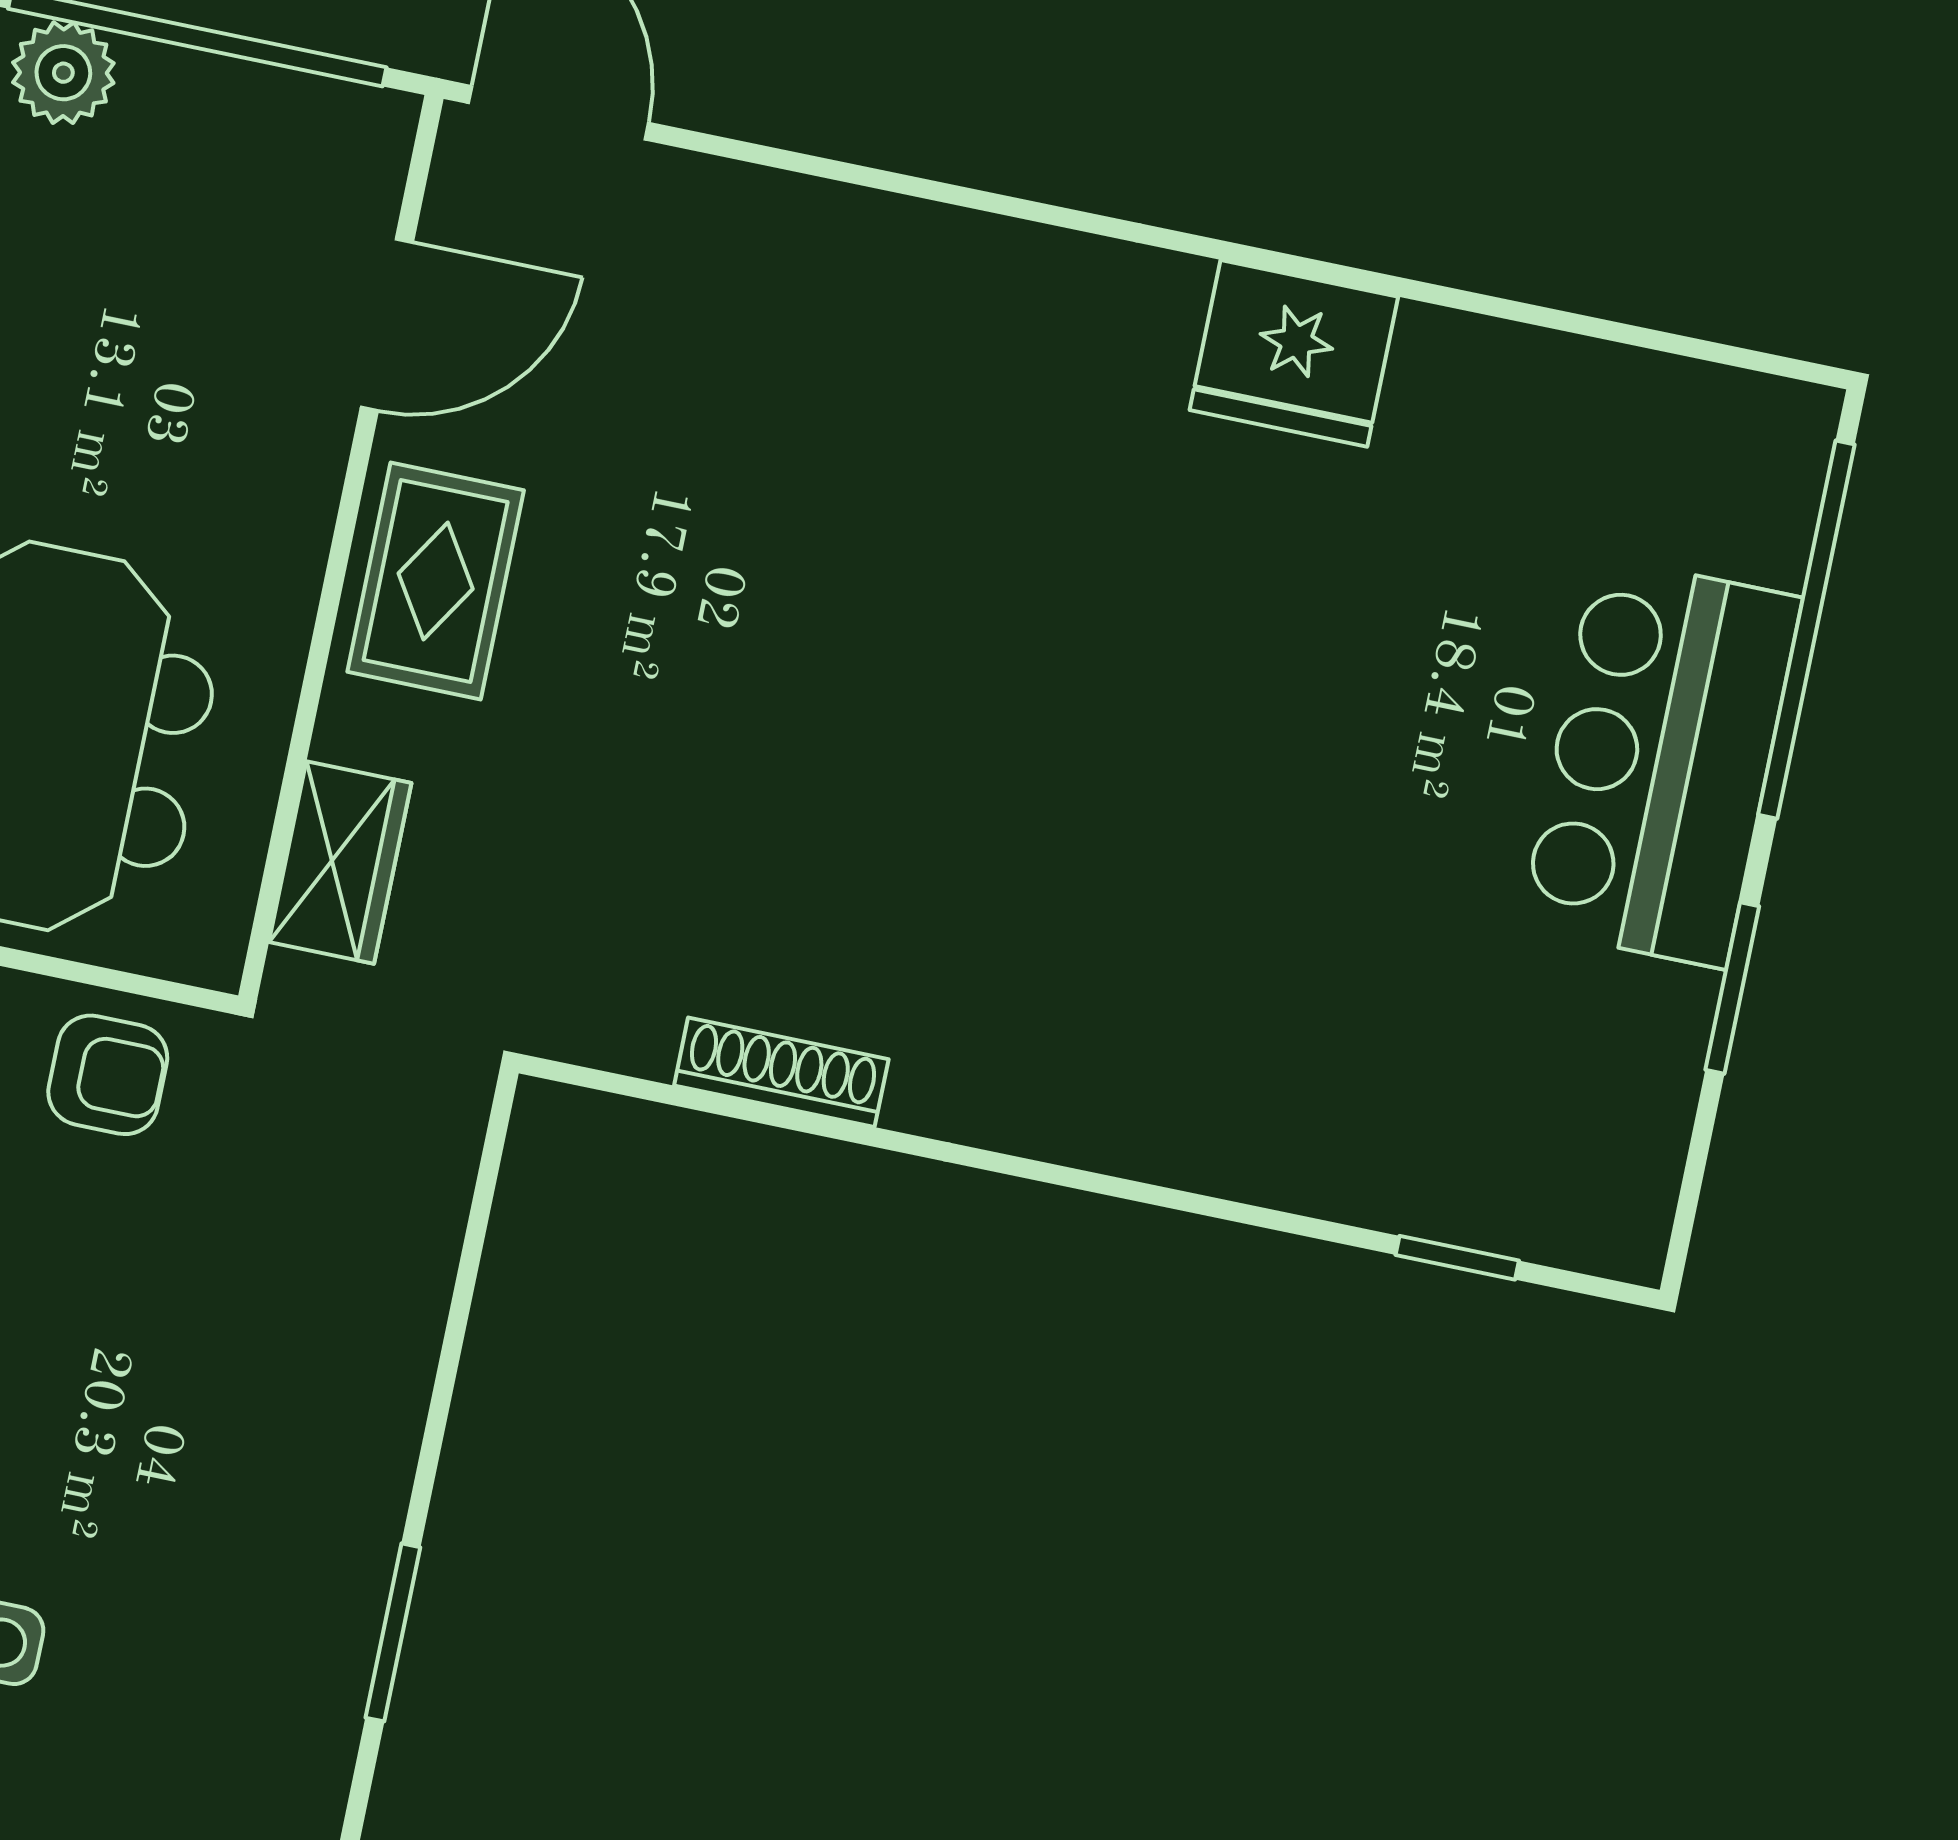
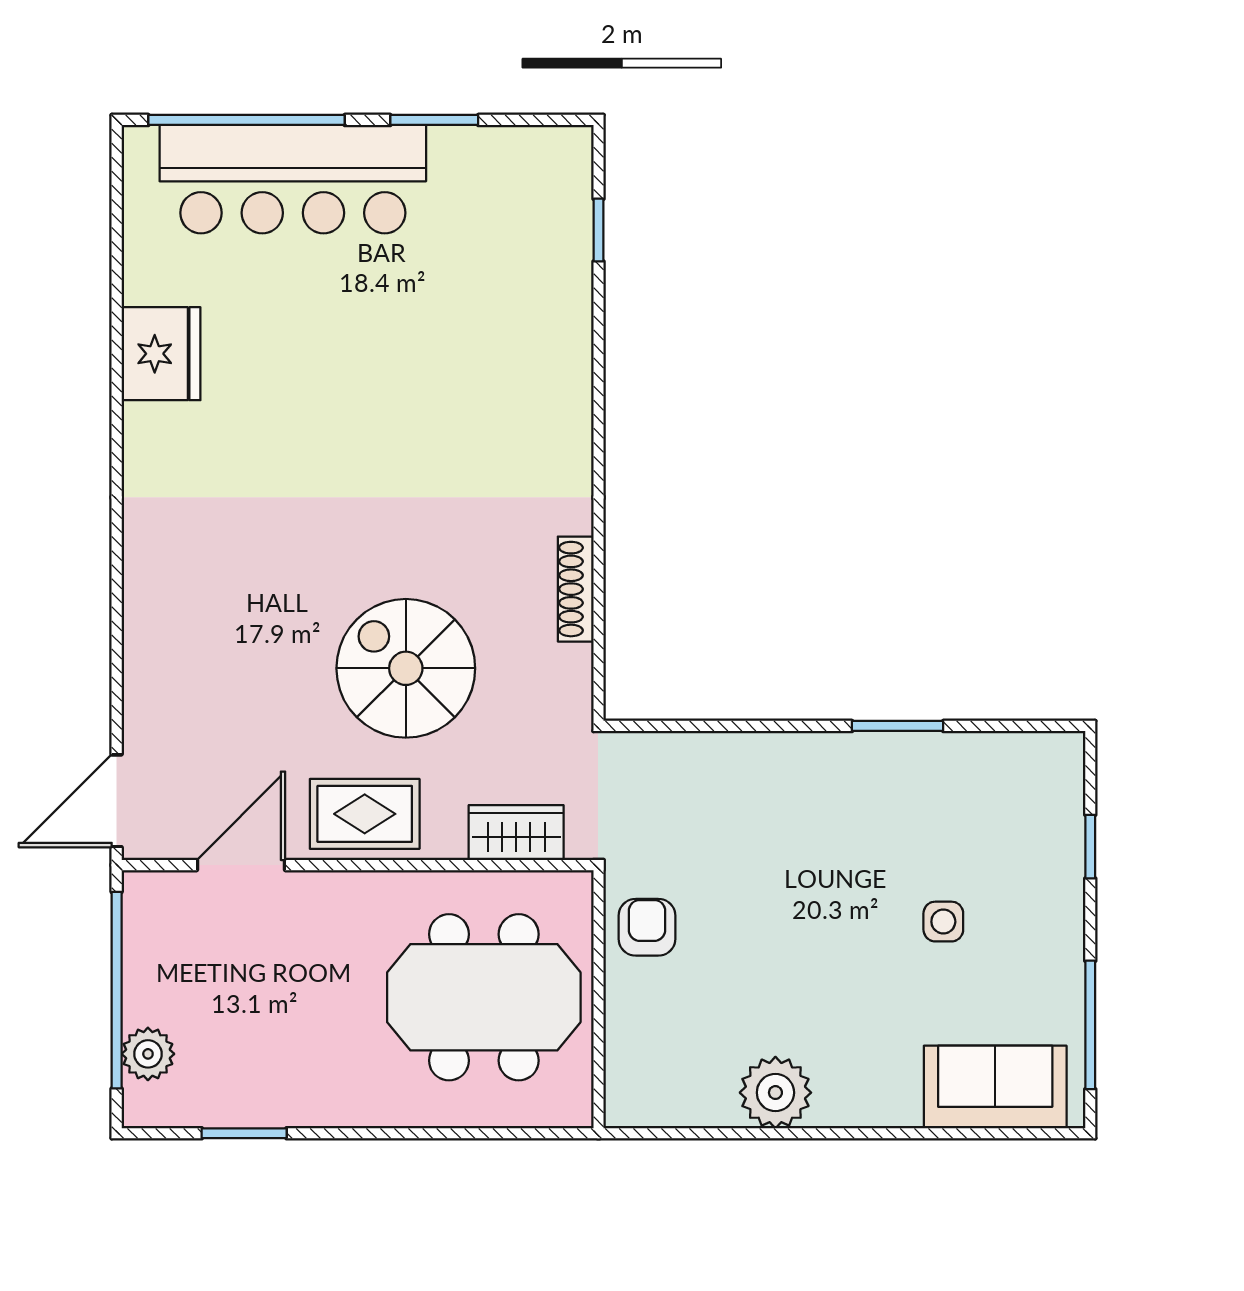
door: (387, 325) -> (241, 865), hinge flipped
fridge: (1294, 353) -> (161, 354), moved
spiral stairs: (697, 717) -> (406, 668), added
bar counter: (1661, 762) -> (293, 179), width x1.36

